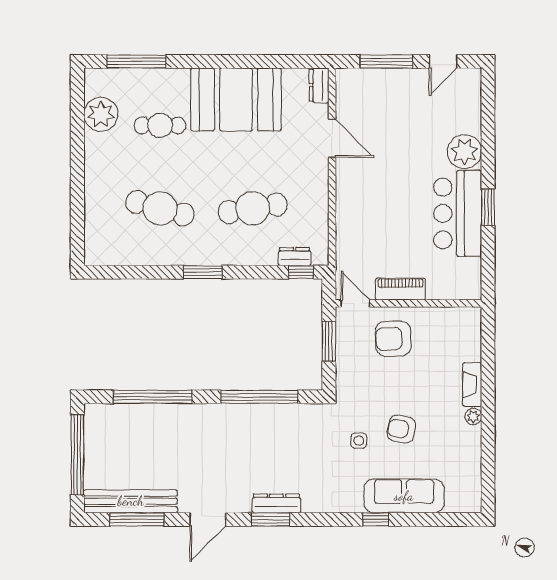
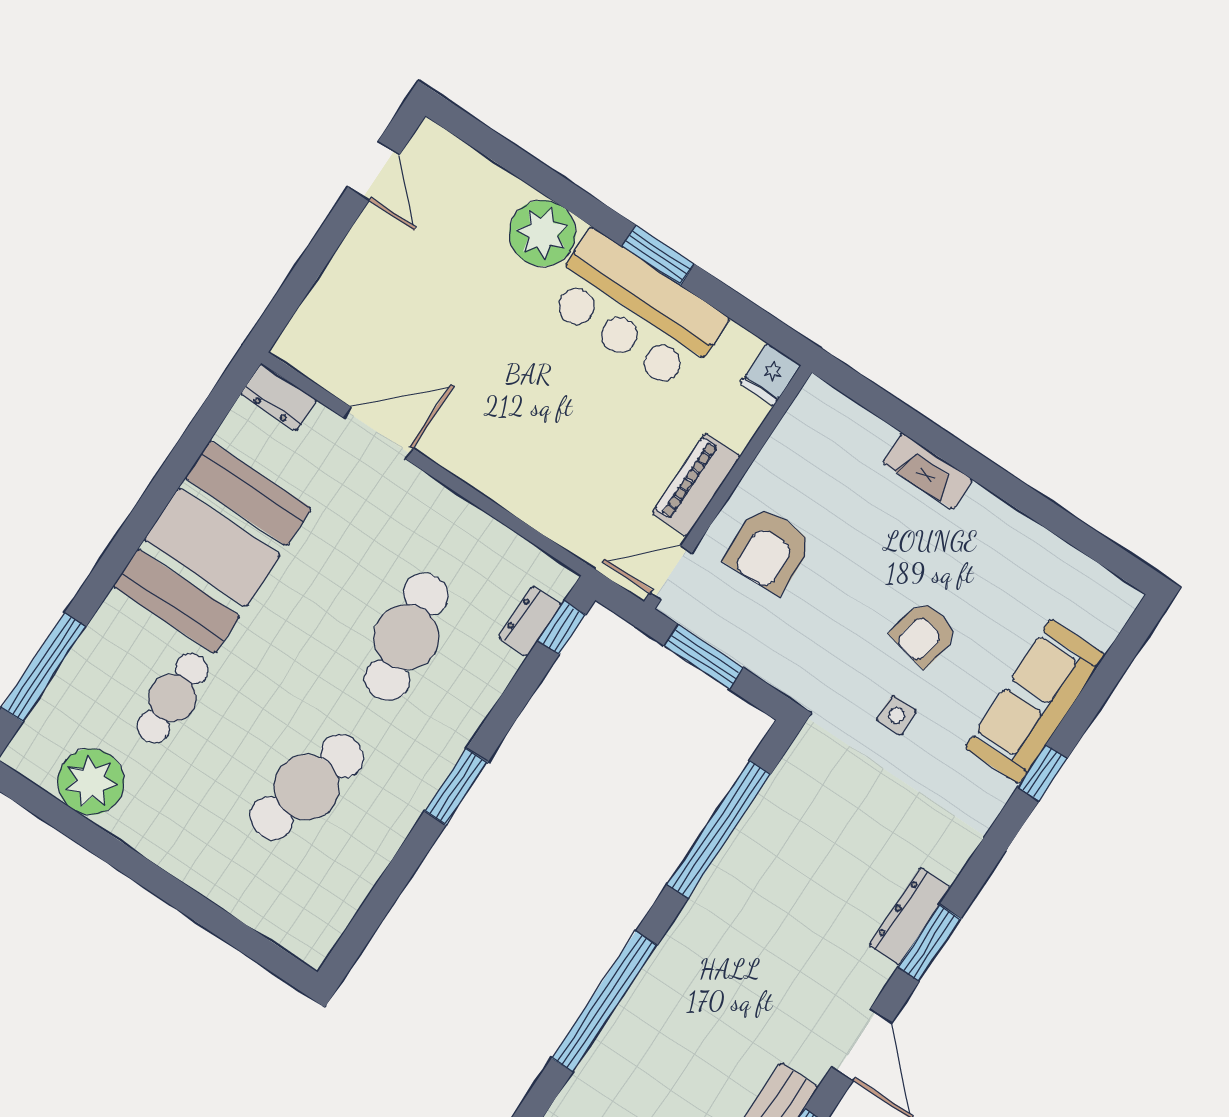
window: (386, 61) -> (313, 263), removed
fridge: (469, 290) -> (771, 374), added
plant: (473, 417) -> (981, 504), removed

